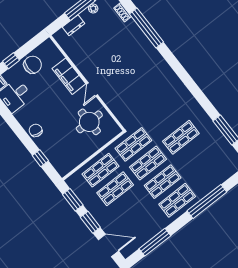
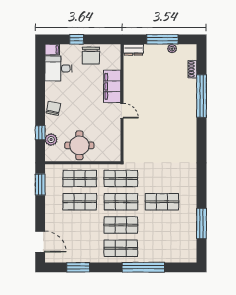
dresser: (74, 25) -> (133, 50), moved
chair: (33, 65) -> (91, 56), turned 90
door: (92, 90) -> (122, 111), swing flipped
round table: (89, 122) -> (79, 145), moved
plant: (53, 157) -> (51, 140), added
window: (90, 222) -> (40, 213), removed
window: (155, 242) -> (78, 267), width x0.69

